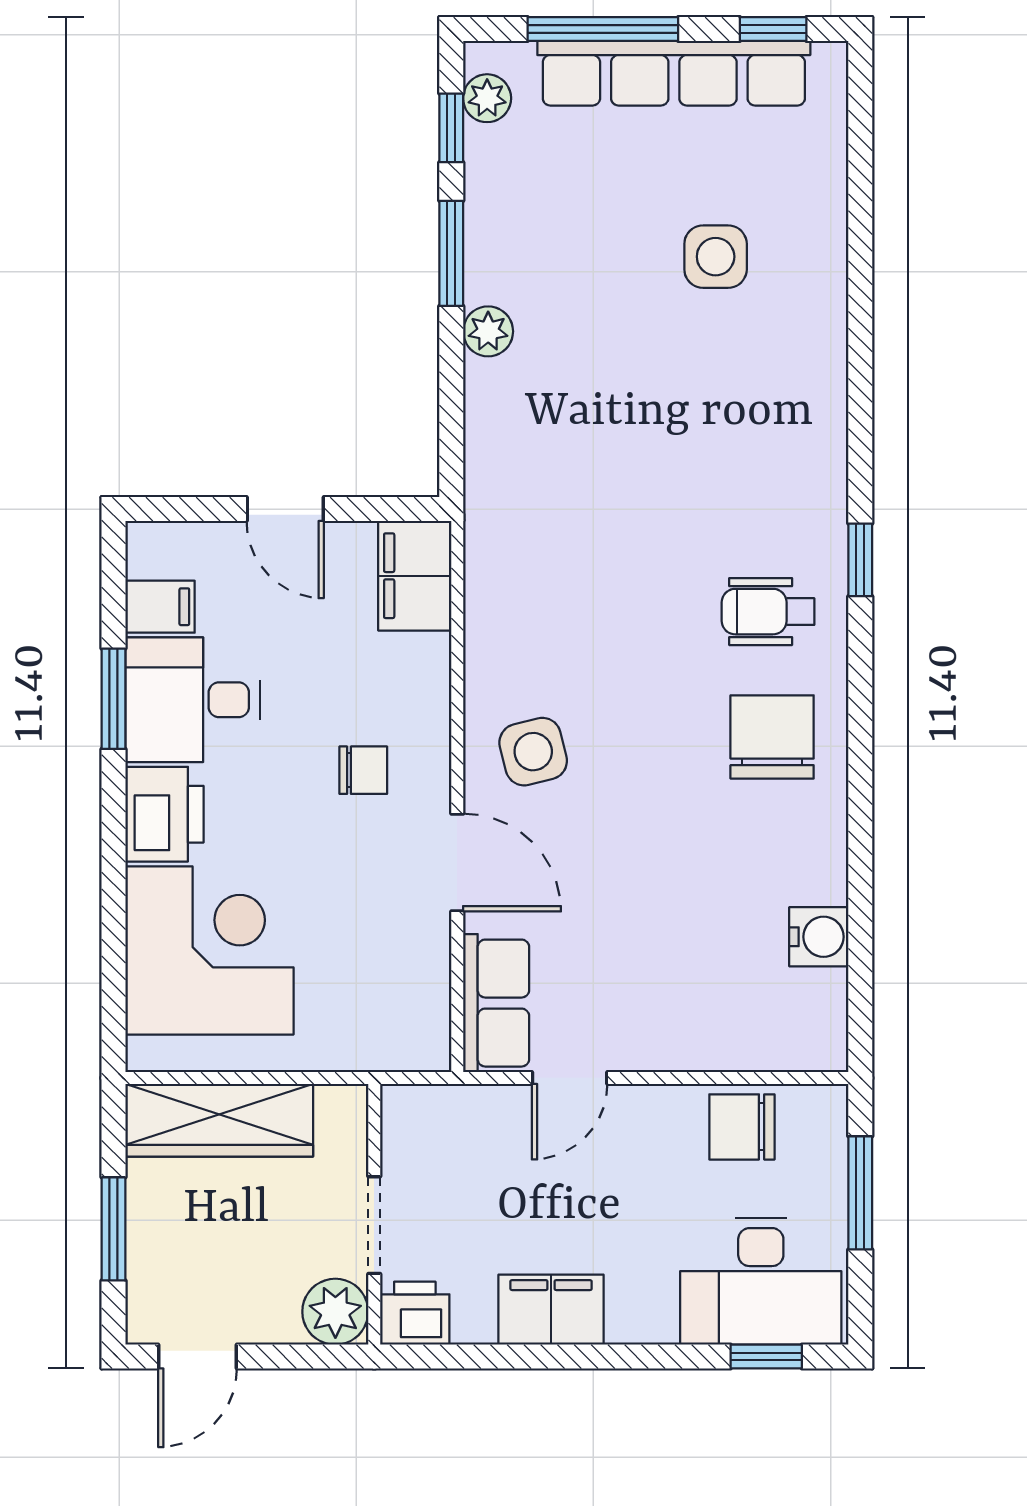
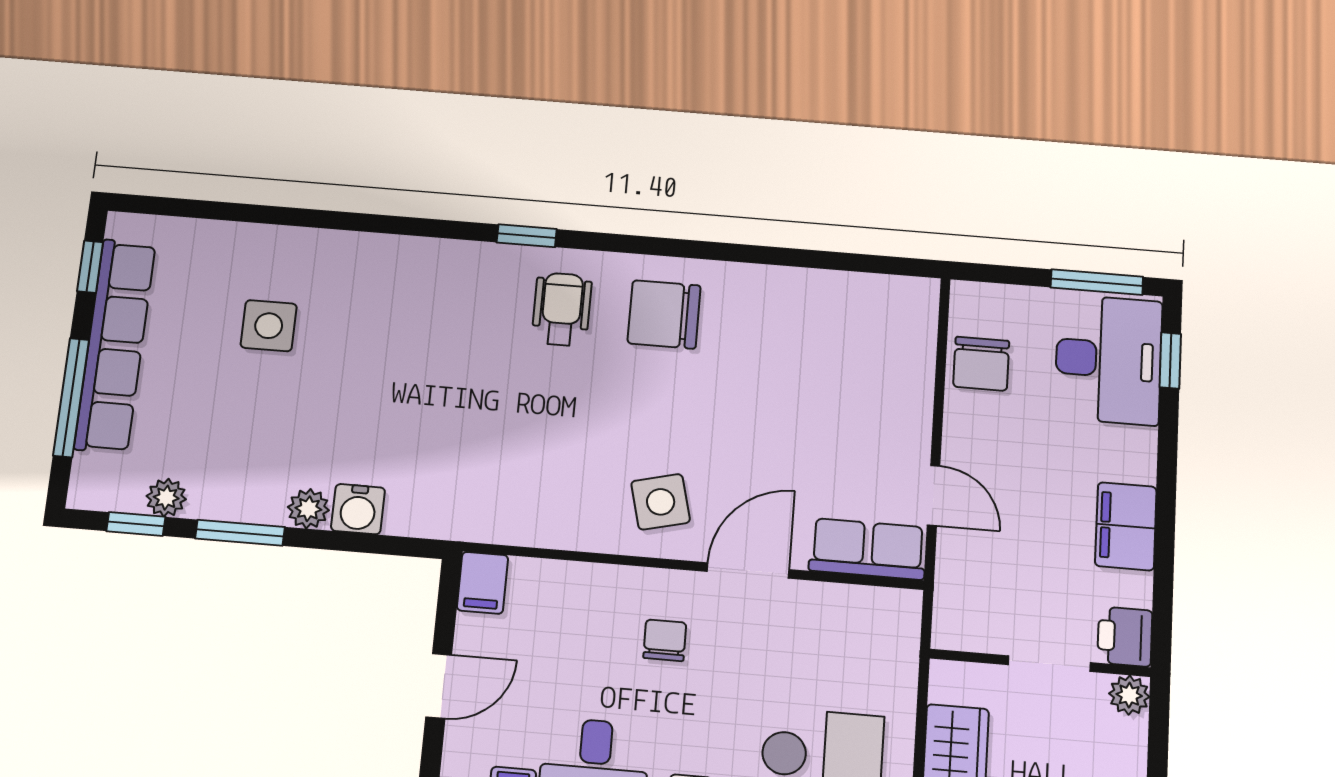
plant: (487, 98) -> (166, 498), moved
filing cabinet: (415, 576) -> (482, 583), width x0.50
wheelchair: (768, 612) -> (562, 309), turned 180
water cooler: (819, 937) -> (358, 509), moved, turned 180
window: (860, 1193) -> (1097, 282), moved
plant: (335, 1312) -> (1129, 695), width x0.73, depth x0.73

